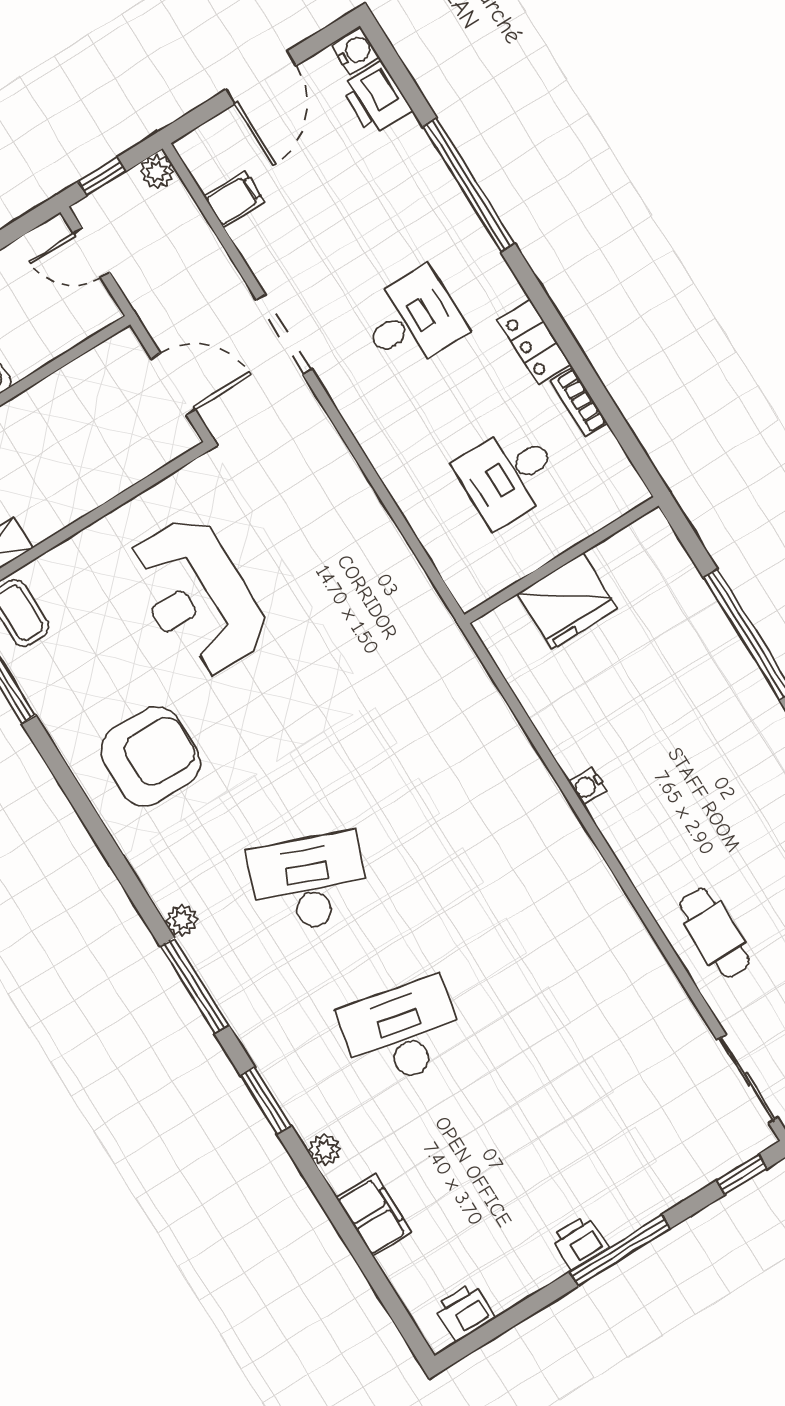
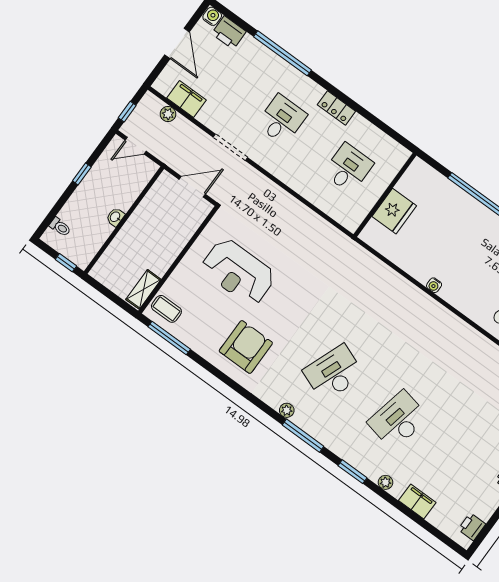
plant: (157, 172) -> (168, 114), moved
filing cabinet: (234, 199) -> (186, 99), width x2.00
bookcase: (579, 402) -> (365, 126), removed
desk: (509, 475) -> (348, 168), turned 180

